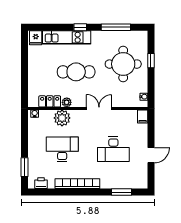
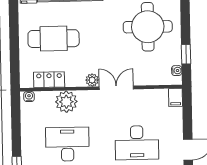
window: (151, 61) -> (186, 54), moved
cafe table: (76, 72) -> (54, 39), moved
plant: (67, 102) -> (92, 80), moved

